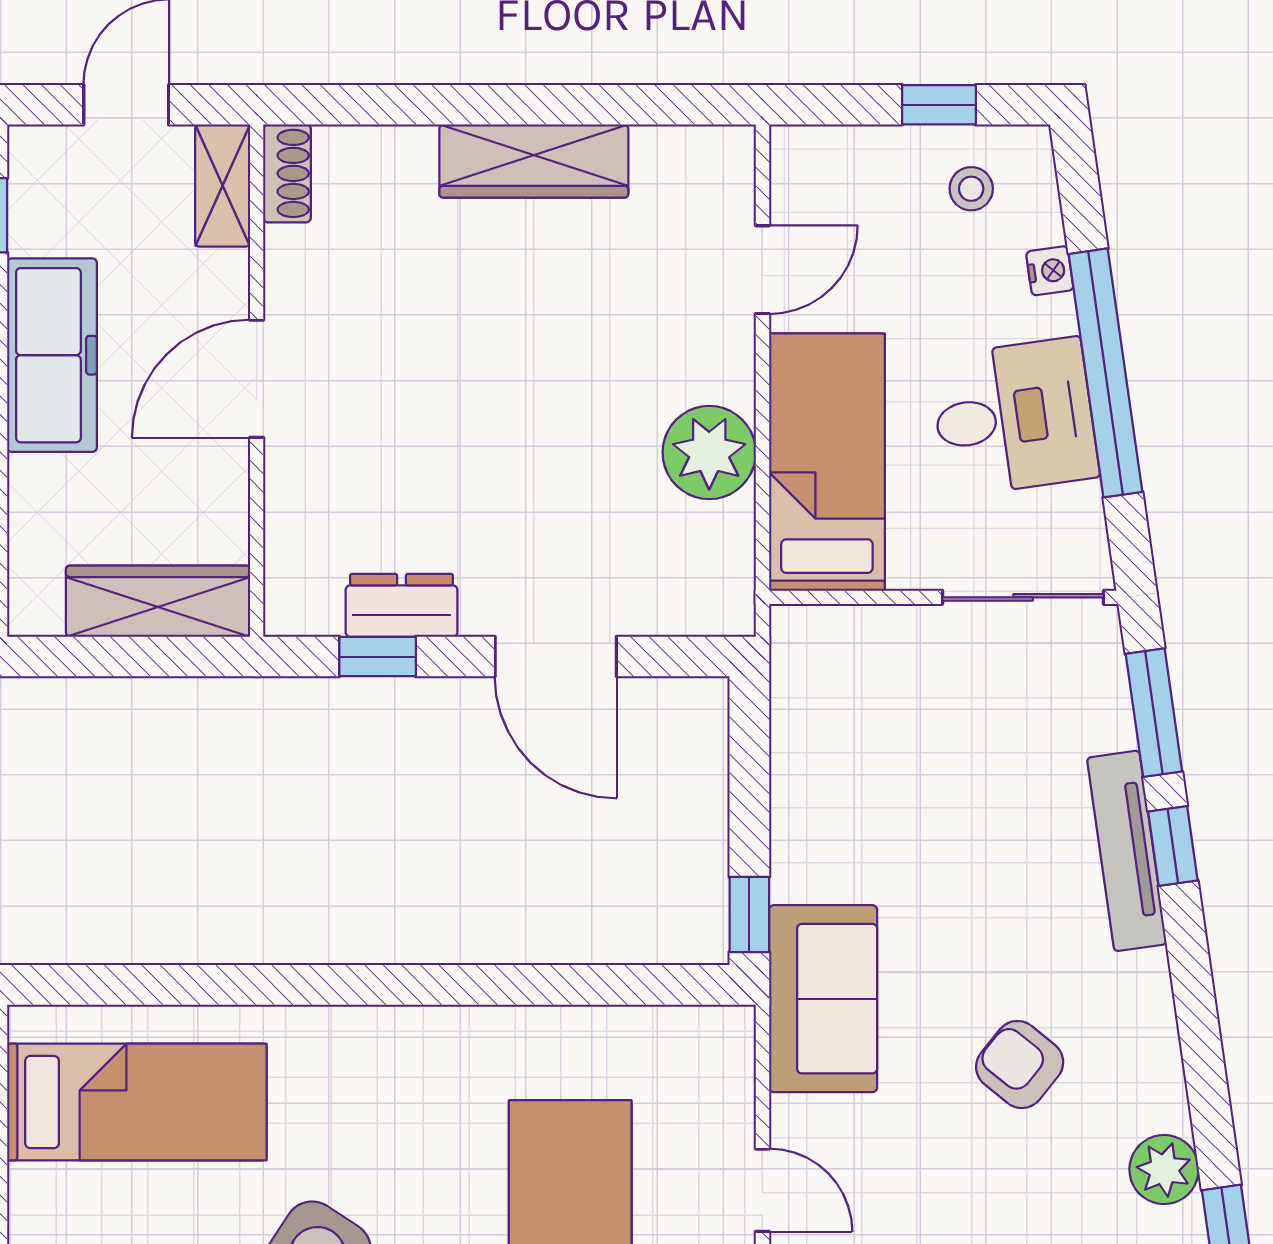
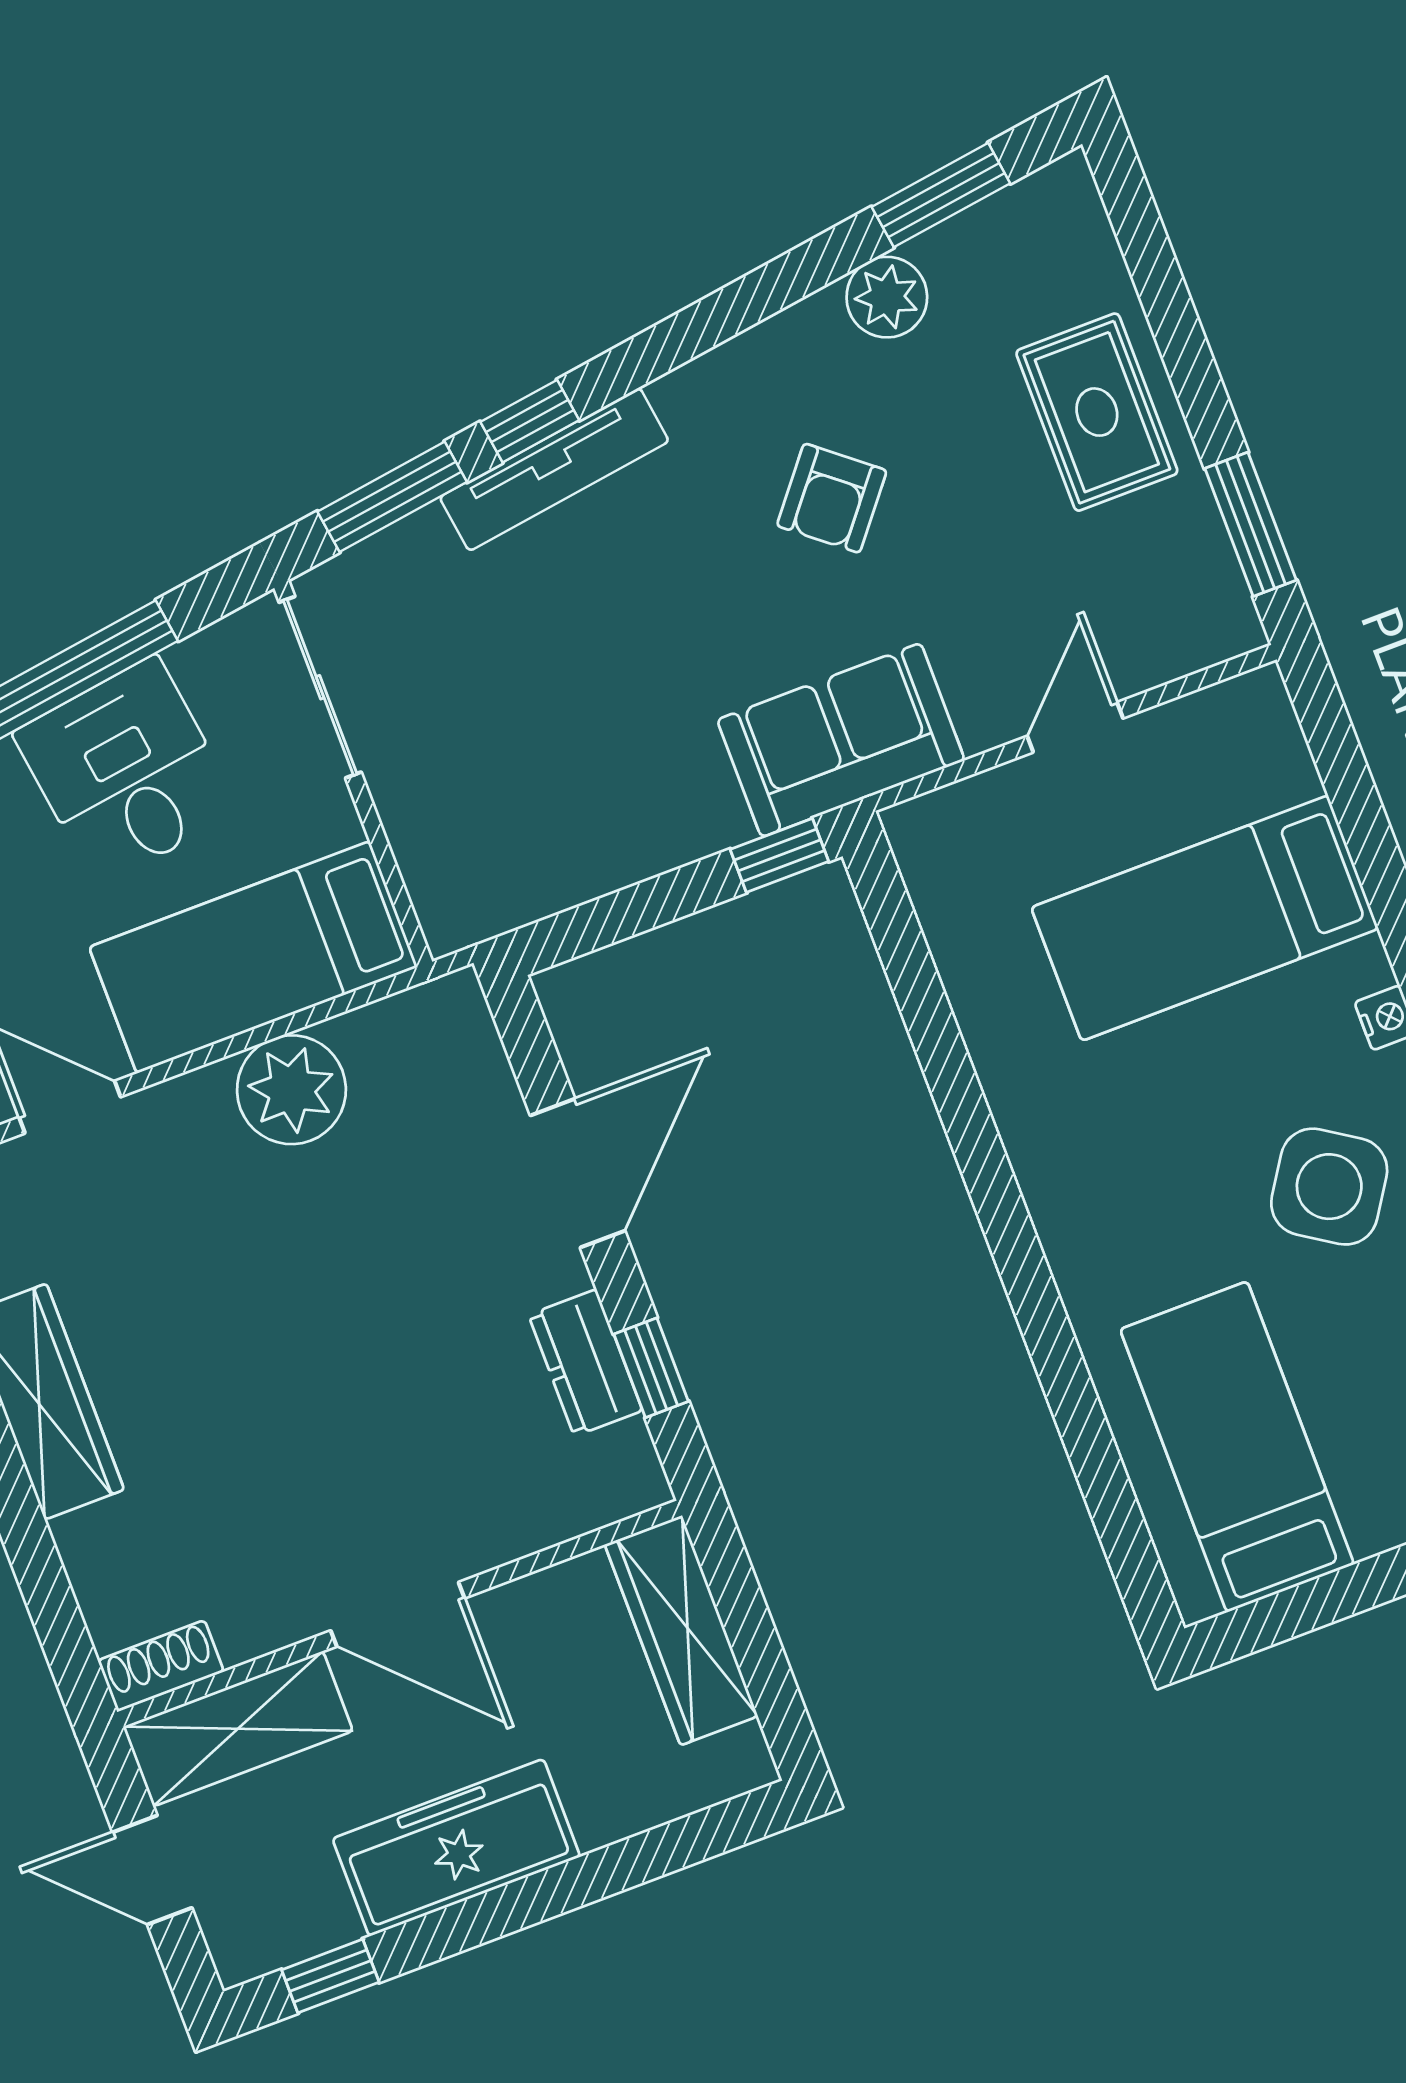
shelving: (223, 186) -> (238, 1729), width x1.50, depth x1.33

